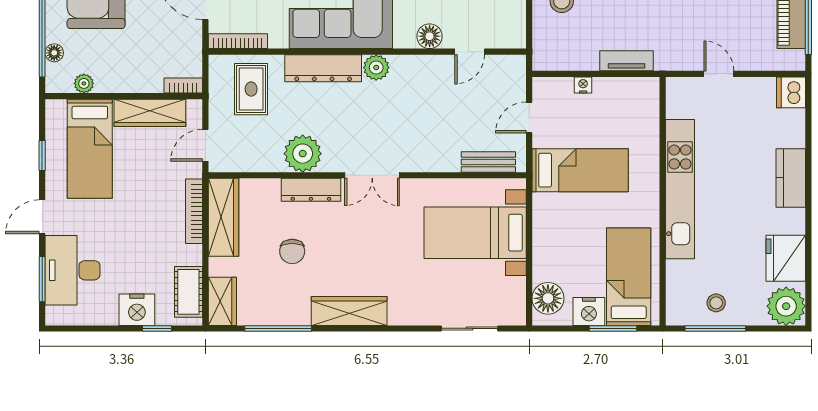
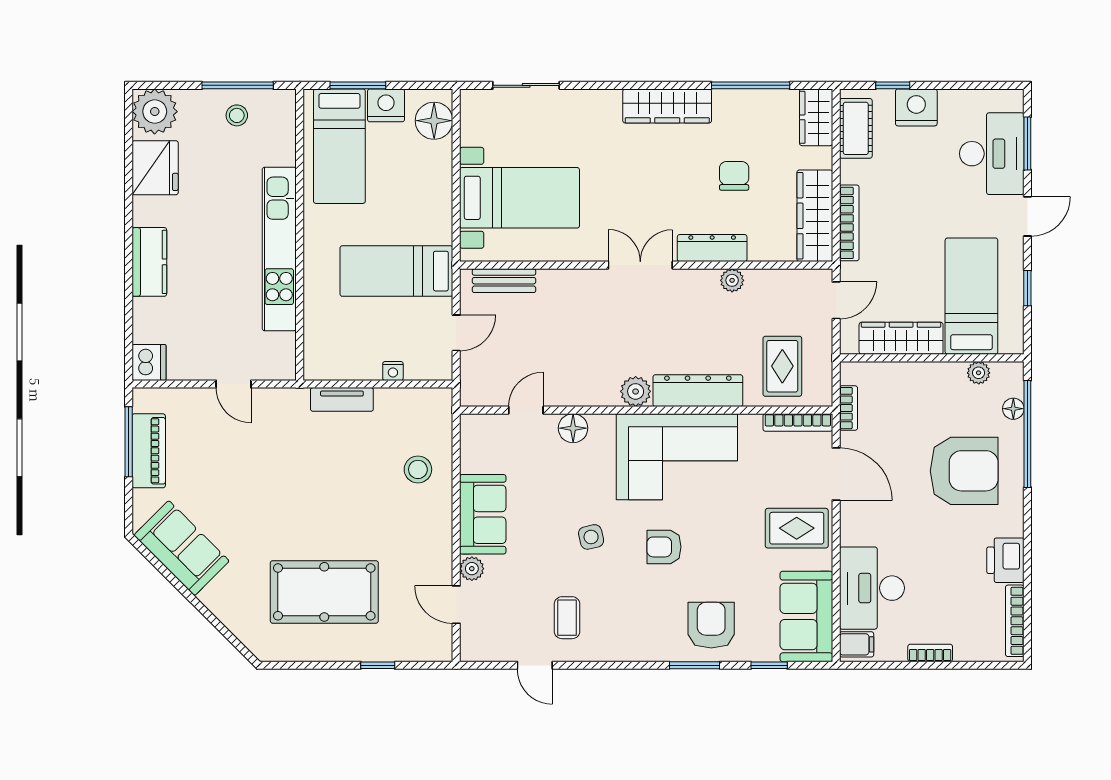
bookcase: (183, 86) -> (848, 408), moved, turned -90
plant: (303, 154) -> (732, 280), width x0.53, depth x0.53

